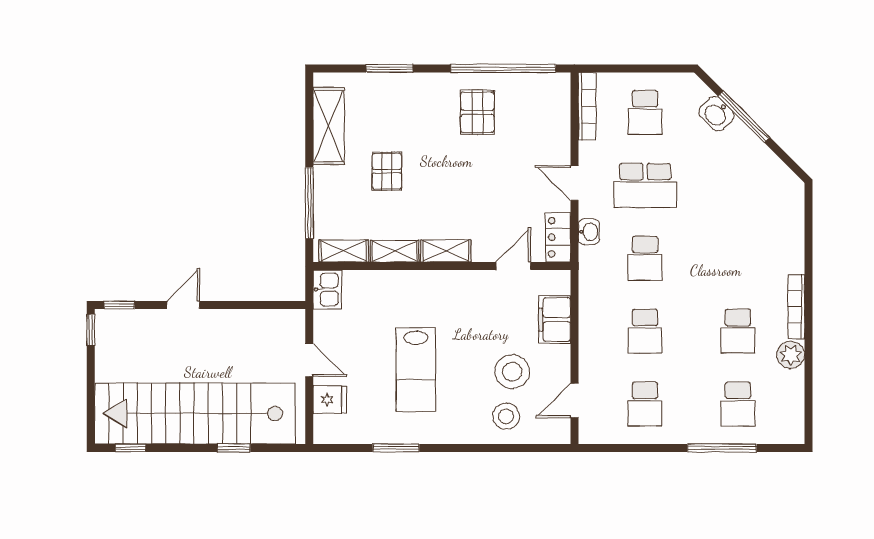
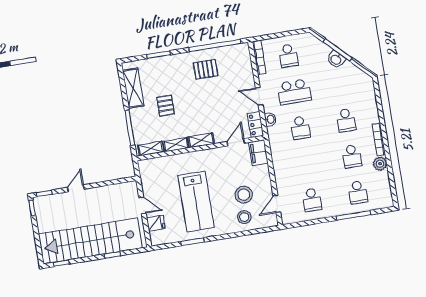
pallet: (477, 112) -> (206, 69), turned 90
washbasin: (716, 114) -> (336, 59), moved
kitchen sink: (327, 290) -> (146, 169), removed
filing cabinet: (555, 320) -> (258, 153), moved
school desk: (645, 331) -> (346, 120), moved
lab bench: (416, 370) -> (196, 201), width x1.36, depth x1.39

